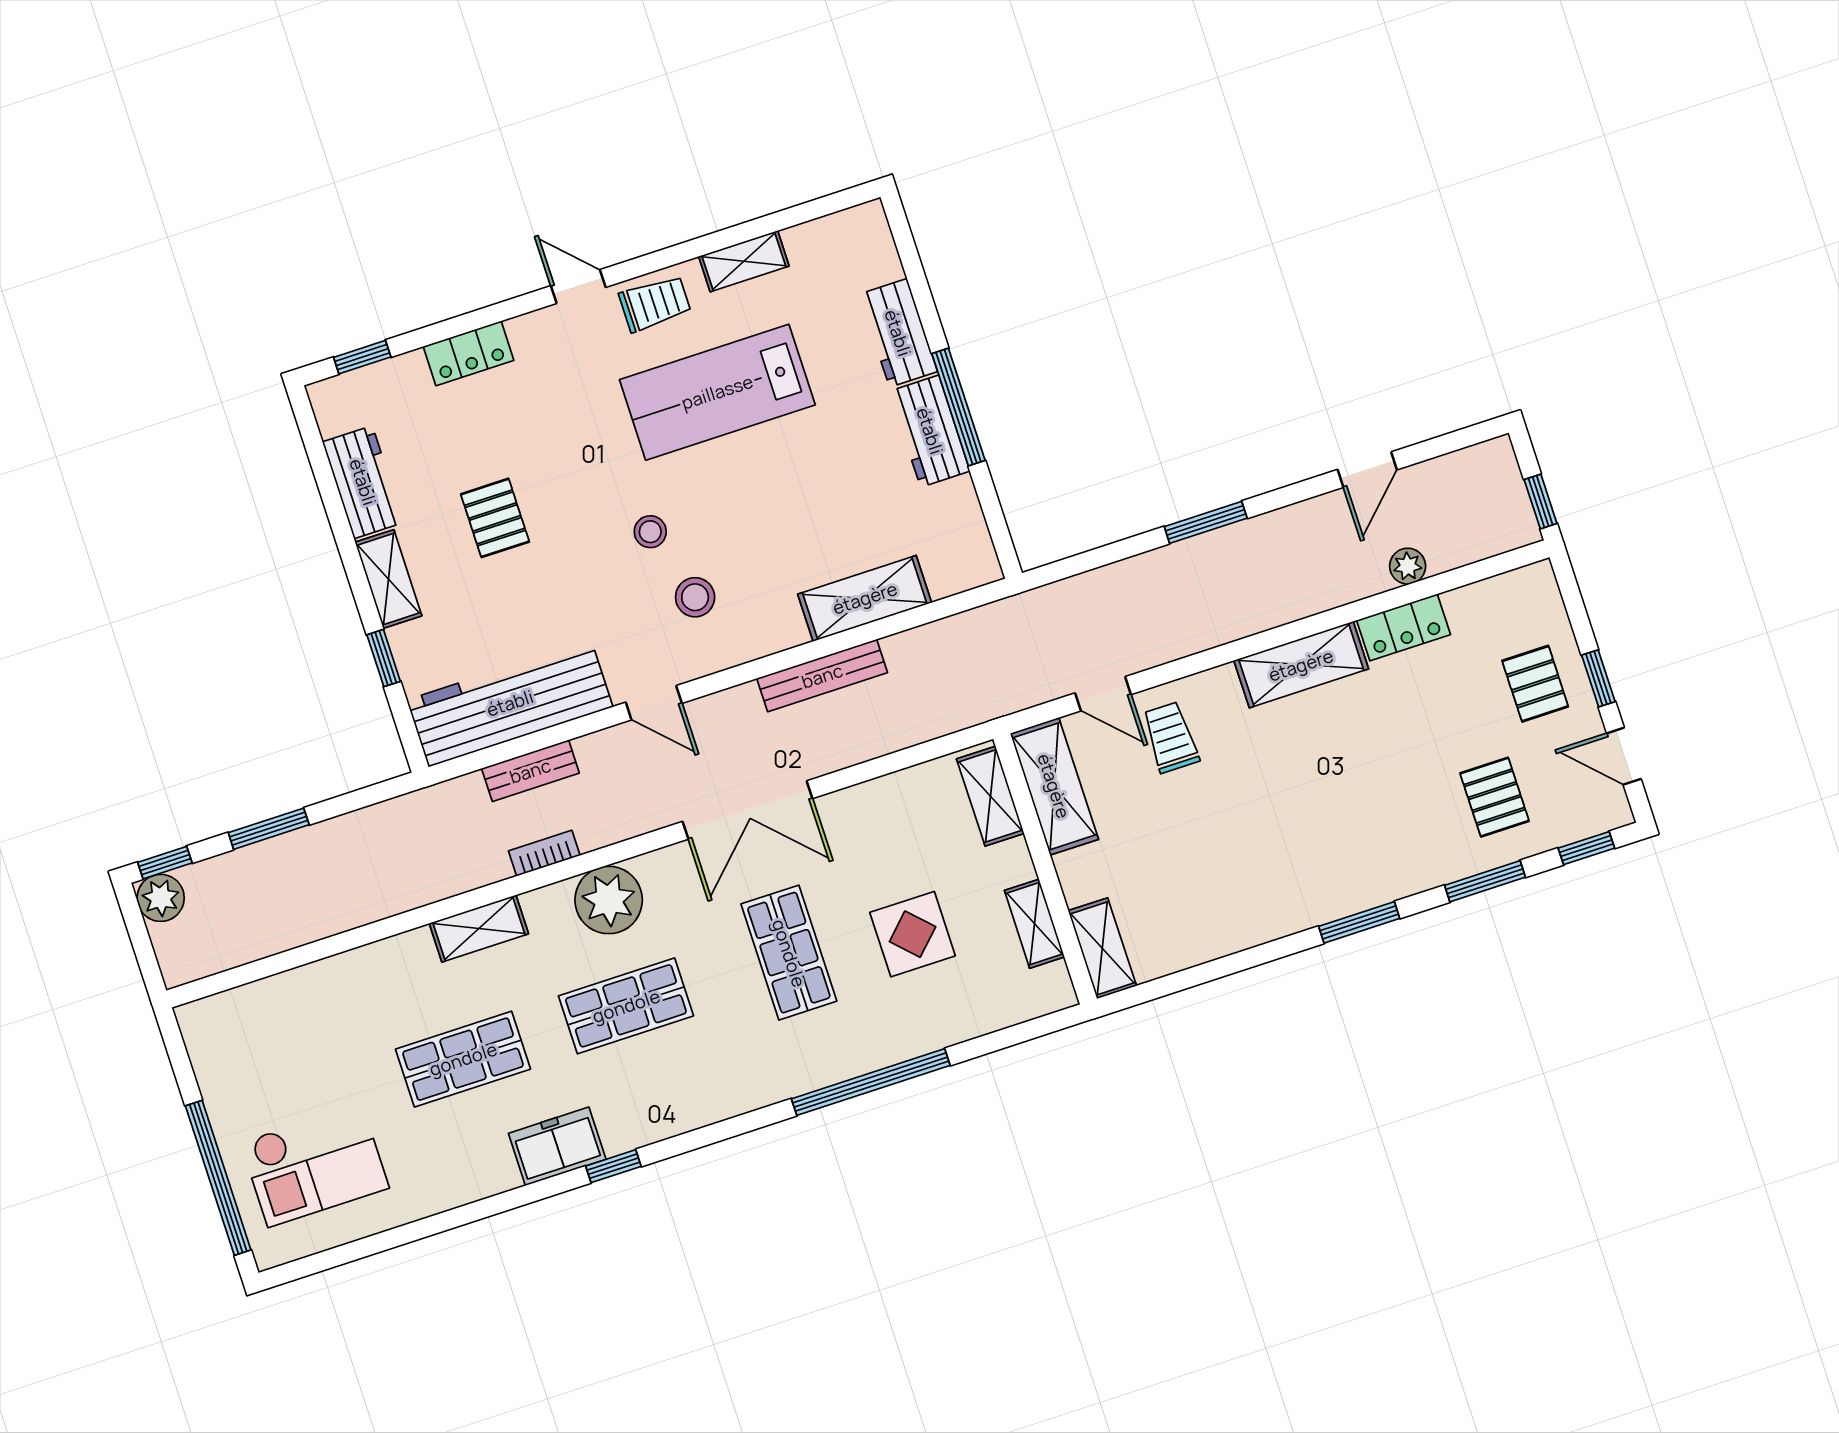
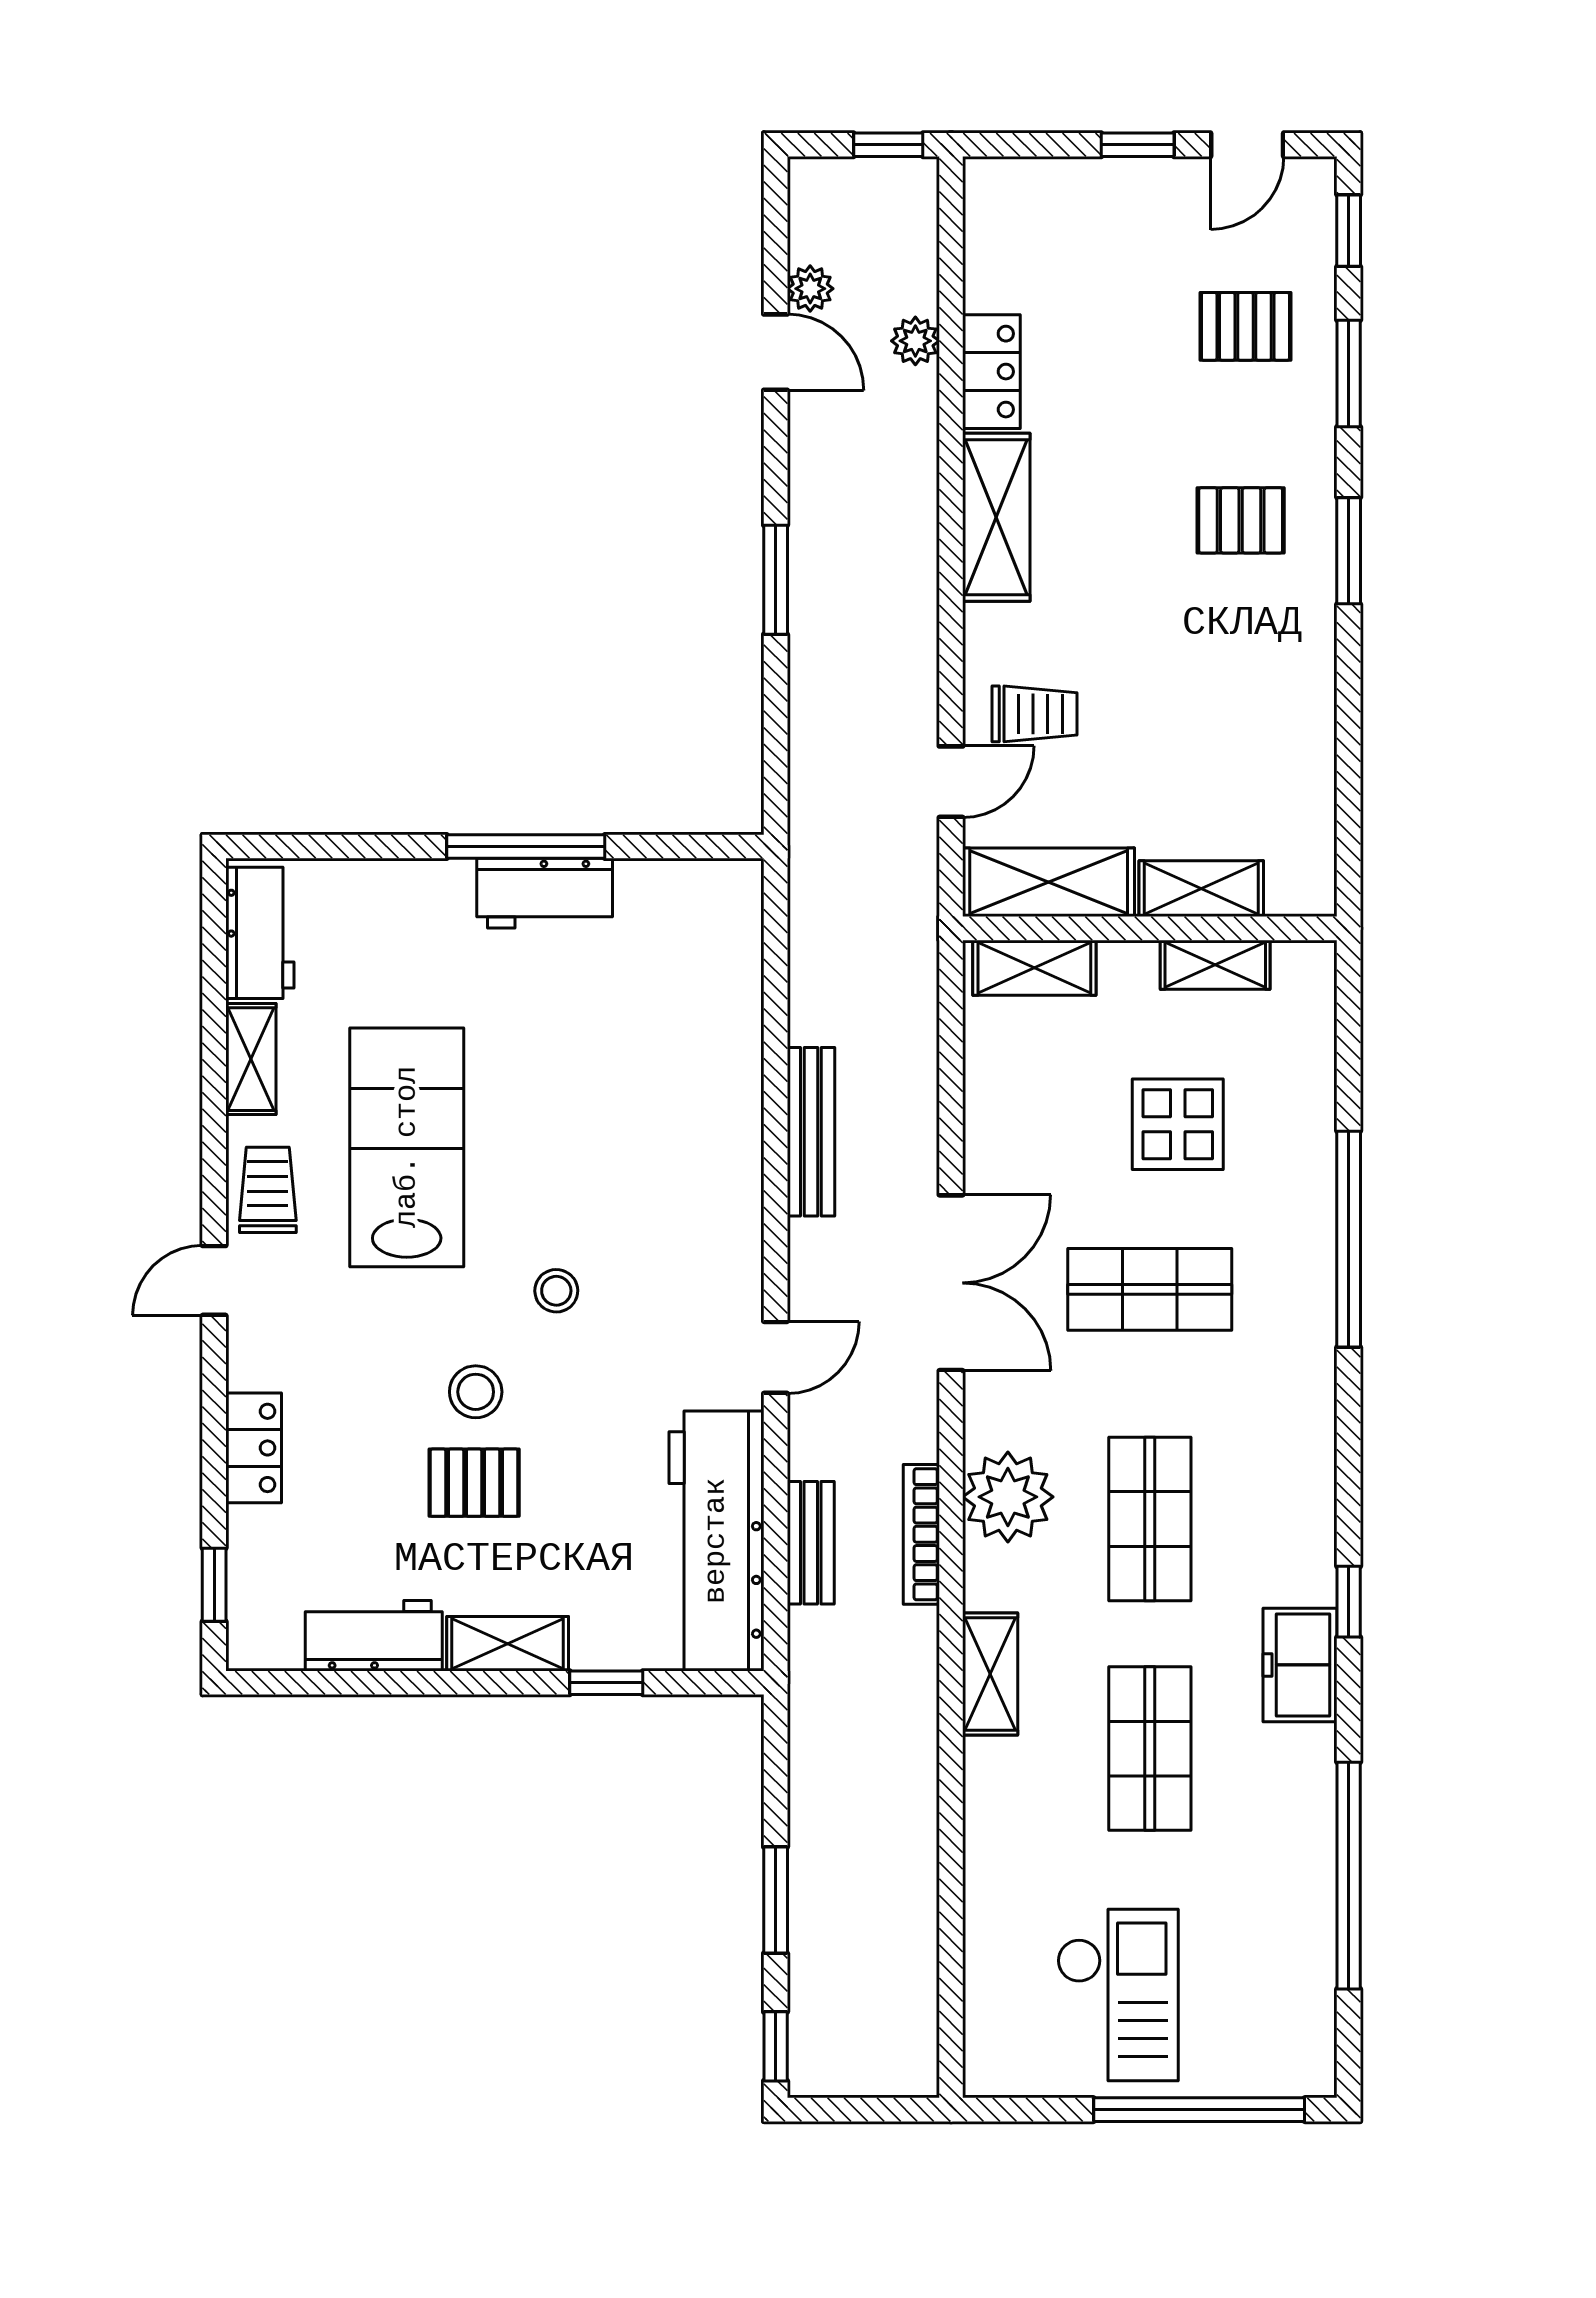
workbench: (898, 333) -> (260, 933), moved, turned -90
lab bench: (717, 392) -> (407, 1147), turned 180
stool: (695, 597) -> (476, 1392), moved
shelving: (865, 598) -> (730, 1045), removed
pallet: (1535, 684) -> (1241, 520), moved
trolley: (1171, 737) -> (1035, 714), turned 180
bookcase: (544, 853) -> (921, 1534), width x1.56
plant: (161, 898) -> (810, 289), moved, width x0.73, depth x0.73
shelving: (1102, 948) -> (1201, 889), moved
checkout: (315, 1165) -> (1118, 1995), moved
window: (419, 1230) -> (1349, 1876), added

